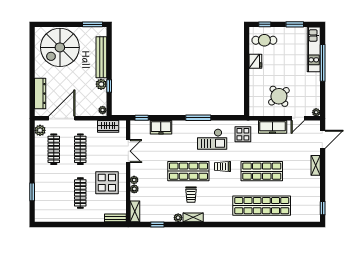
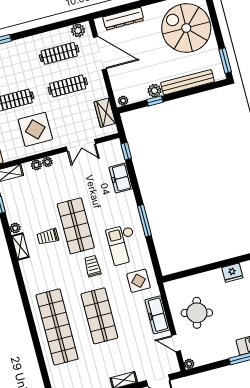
round table: (279, 96) -> (197, 313), turned -37

